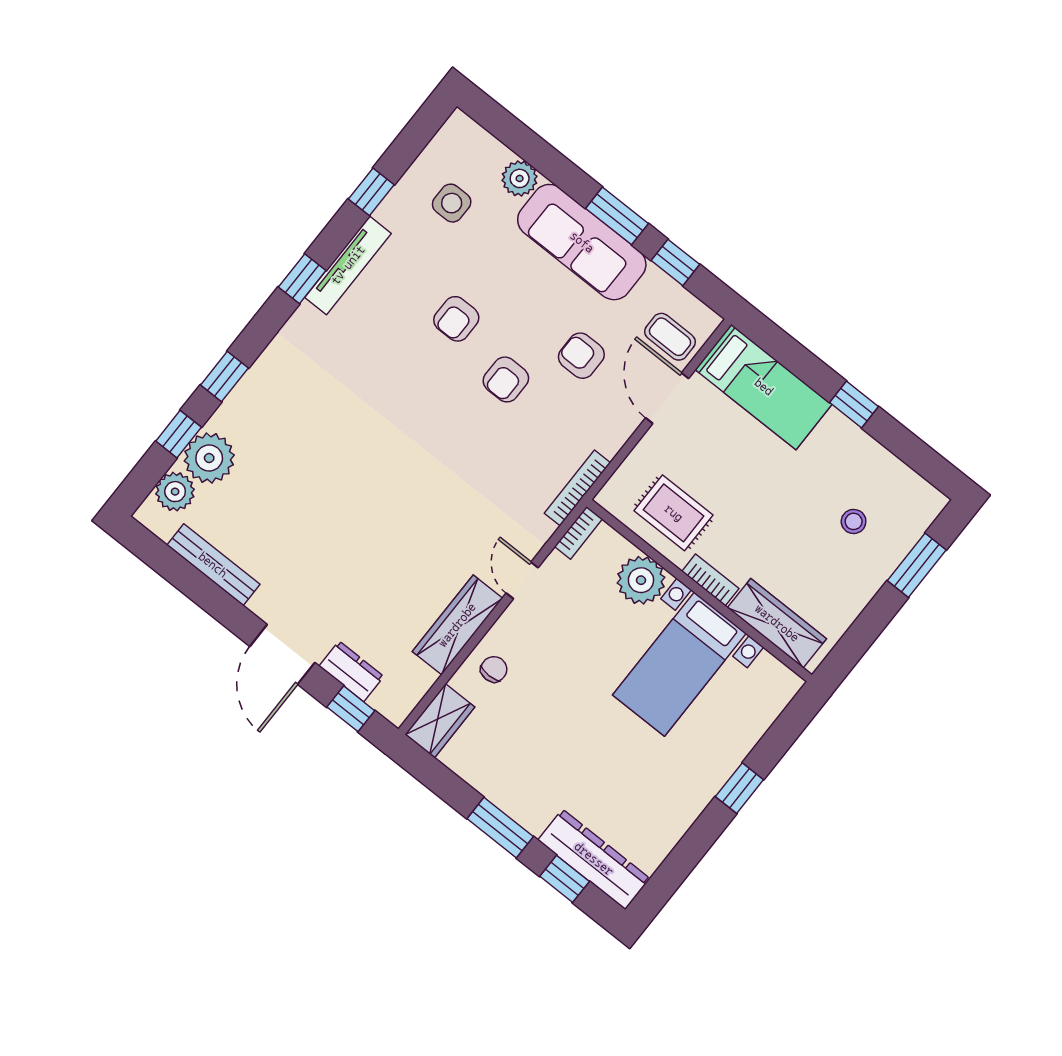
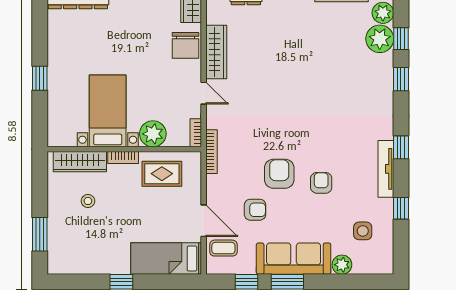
armchair: (506, 379) -> (279, 174), width x1.38, depth x1.38
stool: (854, 521) -> (88, 201), moved
chair: (494, 669) -> (186, 45), width x1.87, depth x1.87

